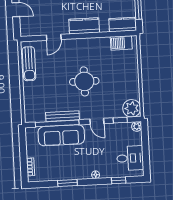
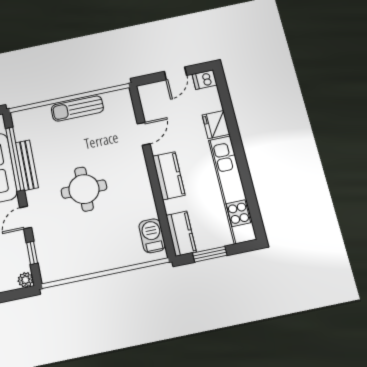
door: (54, 37) -> (144, 134), swing flipped
sun lounger: (29, 64) -> (77, 109), moved
plant: (132, 108) -> (53, 268), removed

